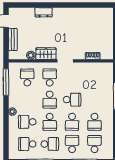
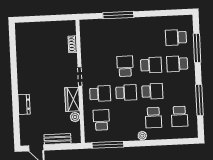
school desk: (27, 77) -> (101, 120), turned 90
school desk: (50, 77) -> (100, 94), turned 180
school desk: (94, 122) -> (150, 39), removed
school desk: (50, 144) -> (178, 90), removed

